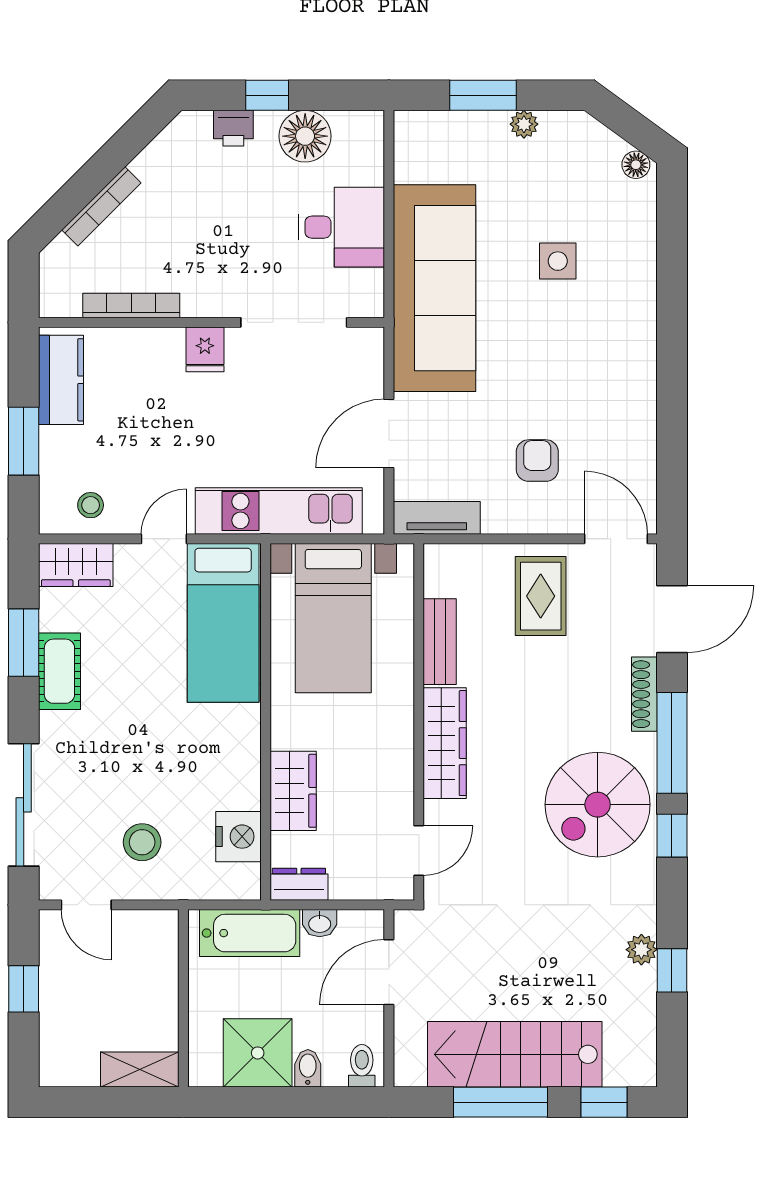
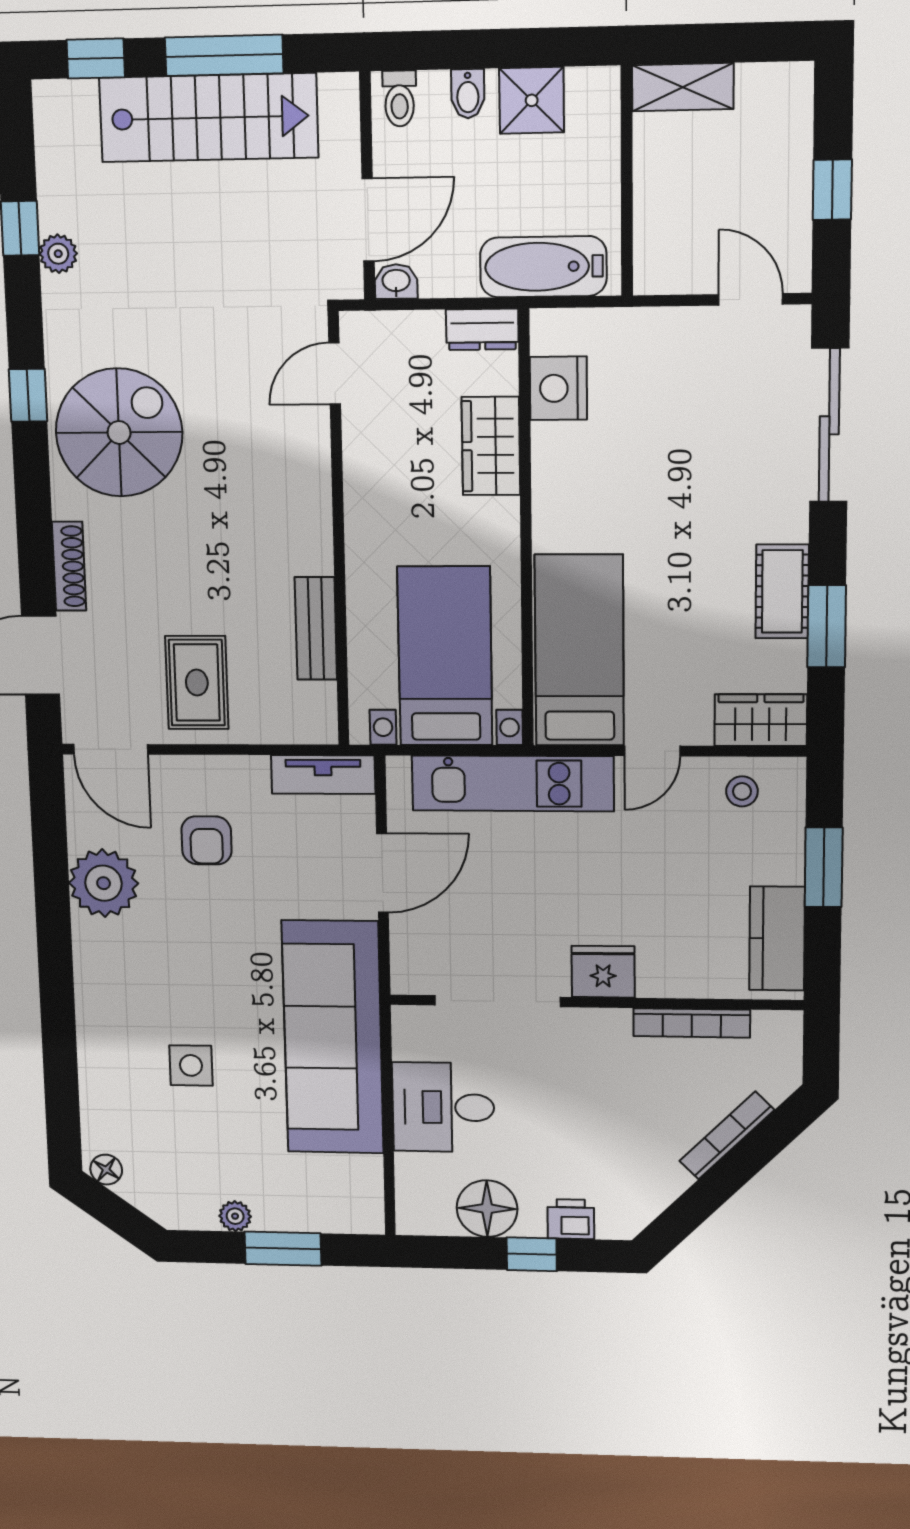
fridge: (205, 349) -> (603, 972), width x1.38
plant: (627, 422) -> (104, 883), added
wardrobe: (445, 743) -> (306, 506), removed
window: (672, 743) -> (33, 508), removed
stool: (142, 842) -> (679, 380), removed
washbasin: (320, 923) -> (396, 281), moved
shower: (258, 1053) -> (532, 100), width x0.73, depth x0.73

